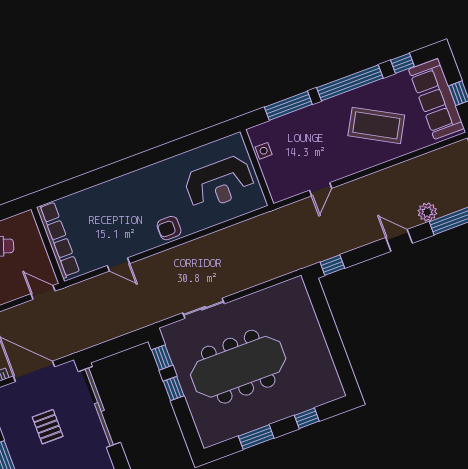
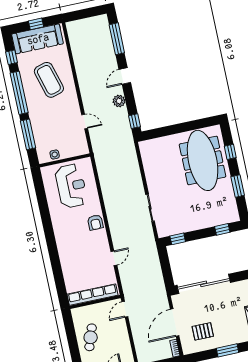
coffee table: (376, 125) -> (49, 80), turned -45
plant: (427, 212) -> (119, 101), moved
meeting table: (238, 367) -> (203, 160), moved
window: (174, 388) -> (222, 229), moved
pallet: (48, 427) -> (203, 331), moved

